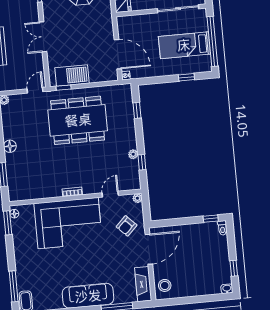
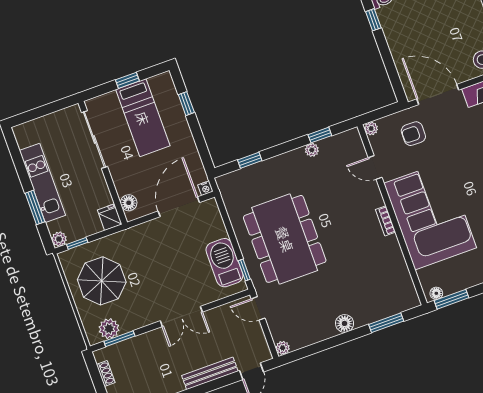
floor lamp: (129, 21) -> (129, 203), added
window: (212, 41) -> (127, 80), width x0.32
armchair: (127, 226) -> (413, 134), turned 135

